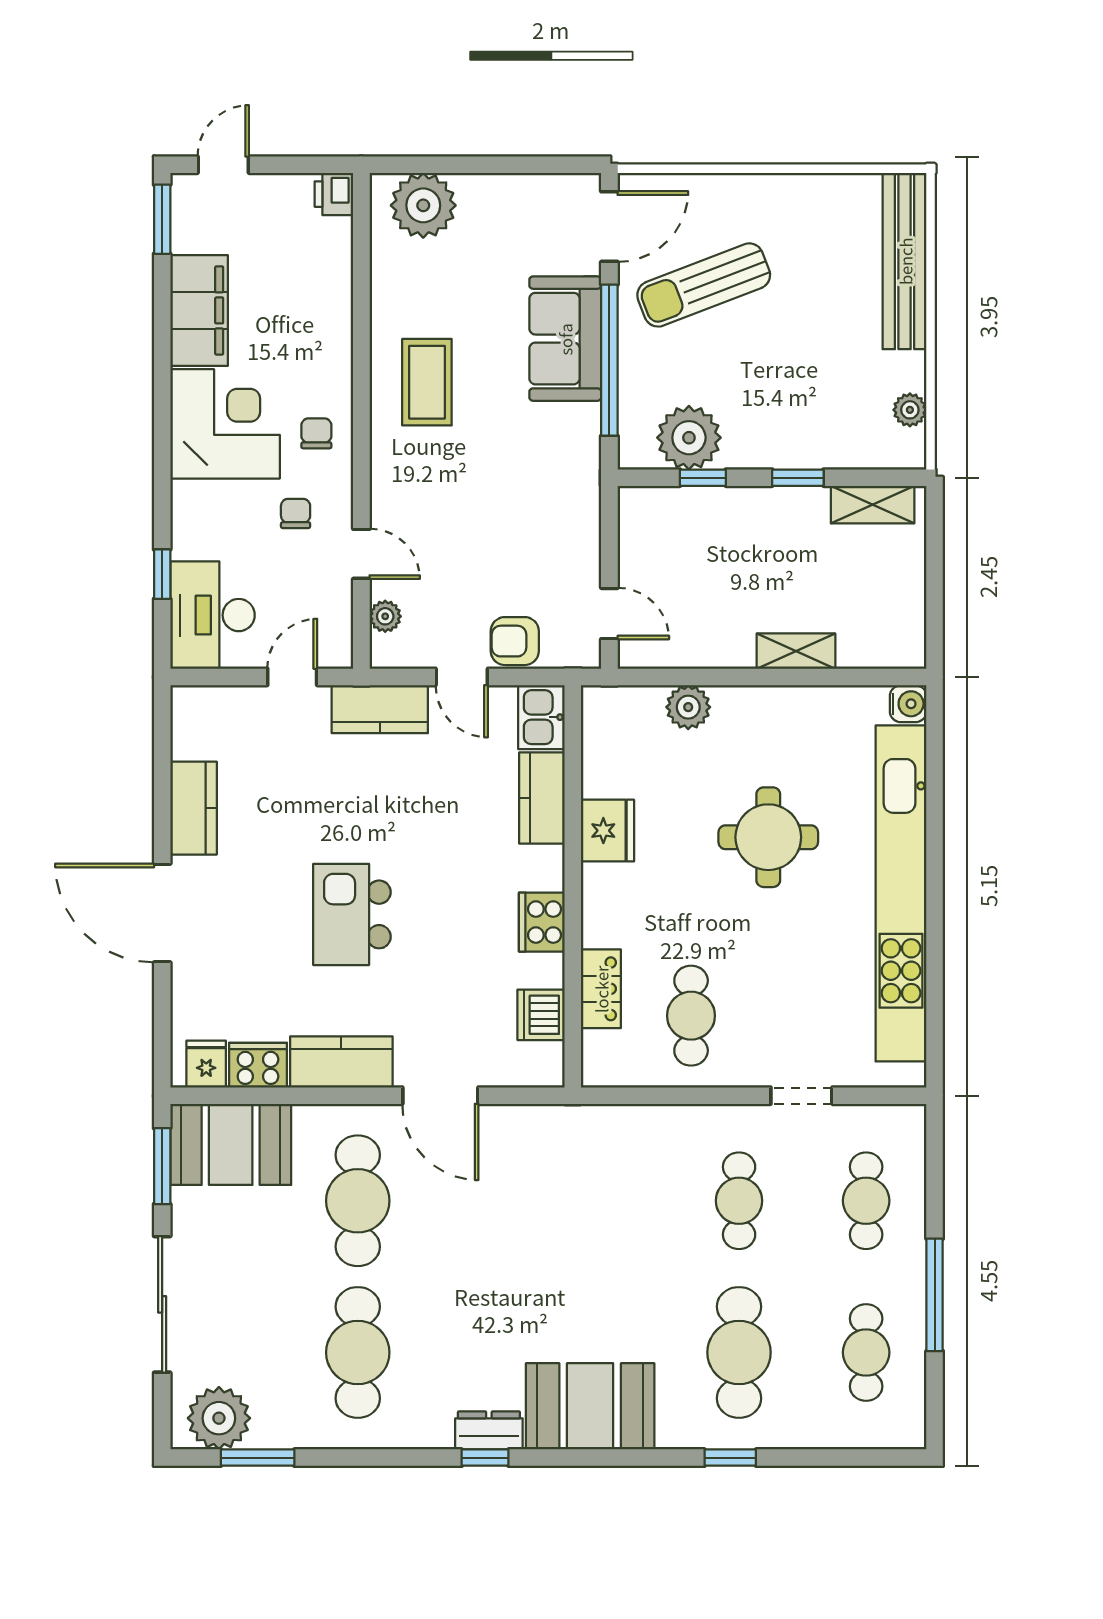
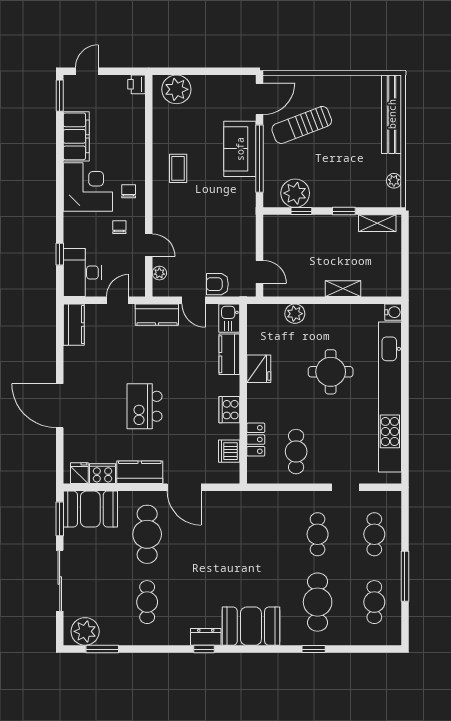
coffee table: (427, 382) -> (178, 168), width x0.73, depth x0.77
kitchen counter: (194, 808) -> (74, 325), moved
cafe table: (358, 1352) -> (147, 602), width x0.73, depth x0.74

